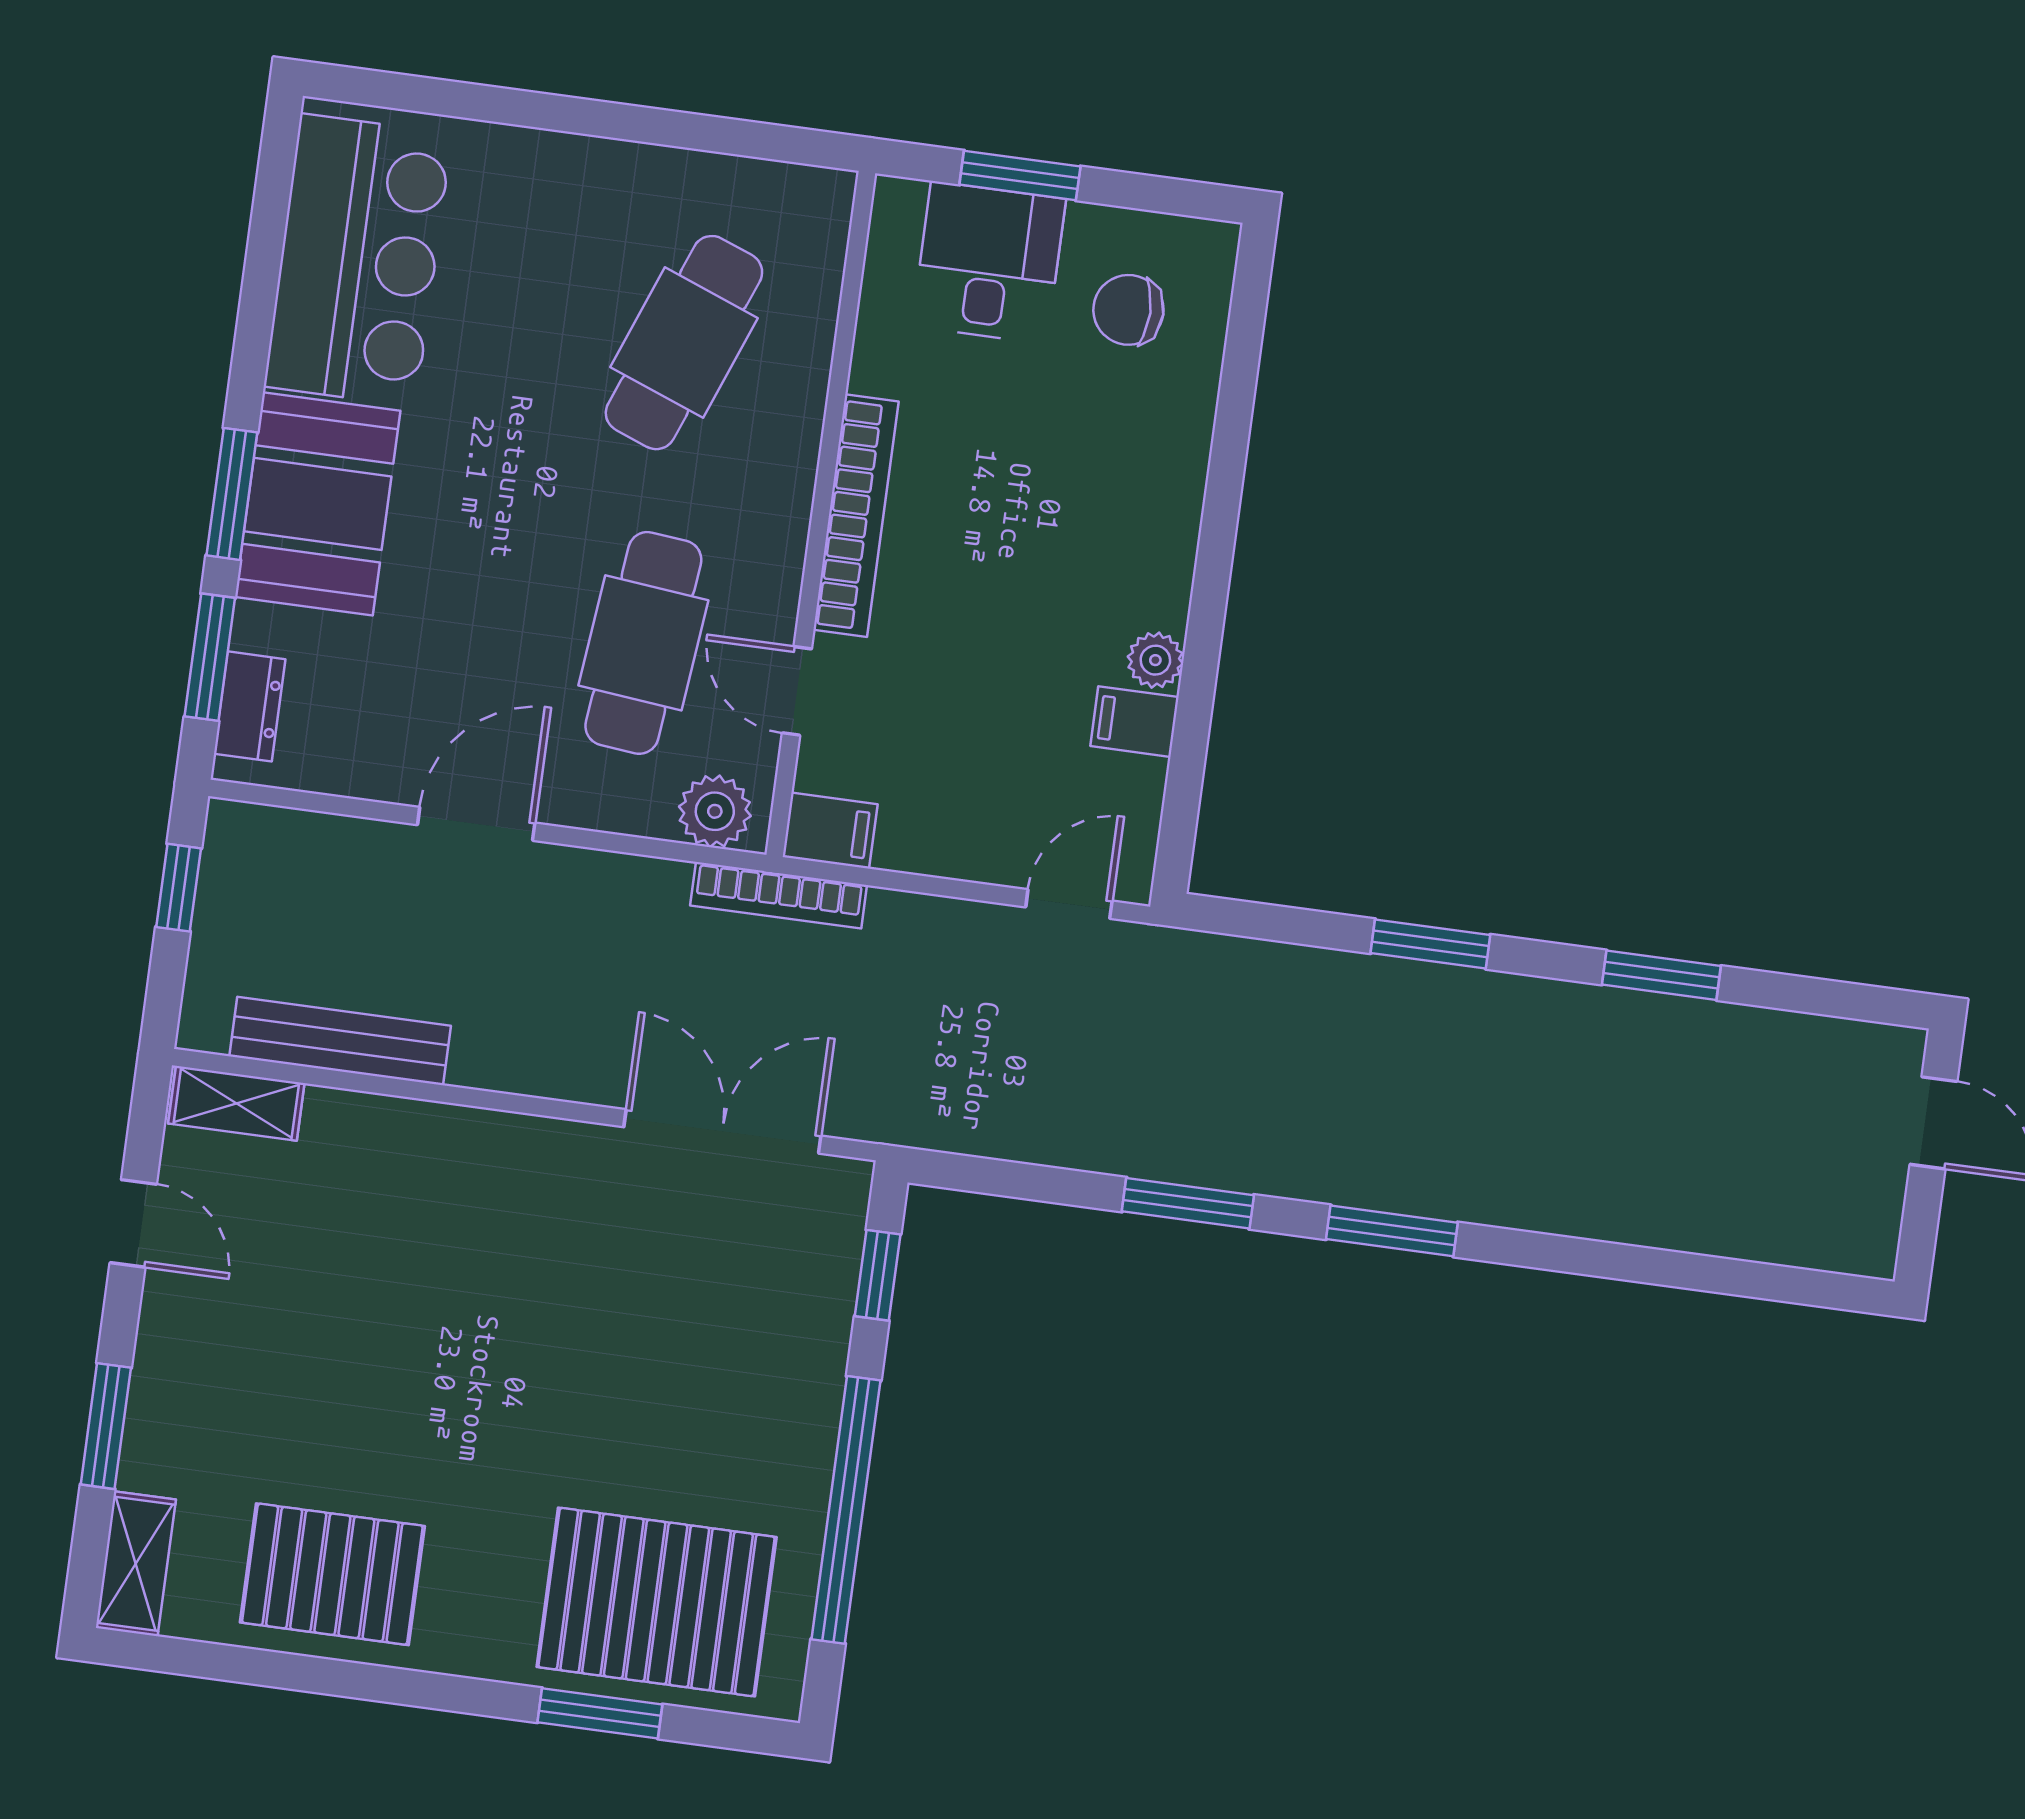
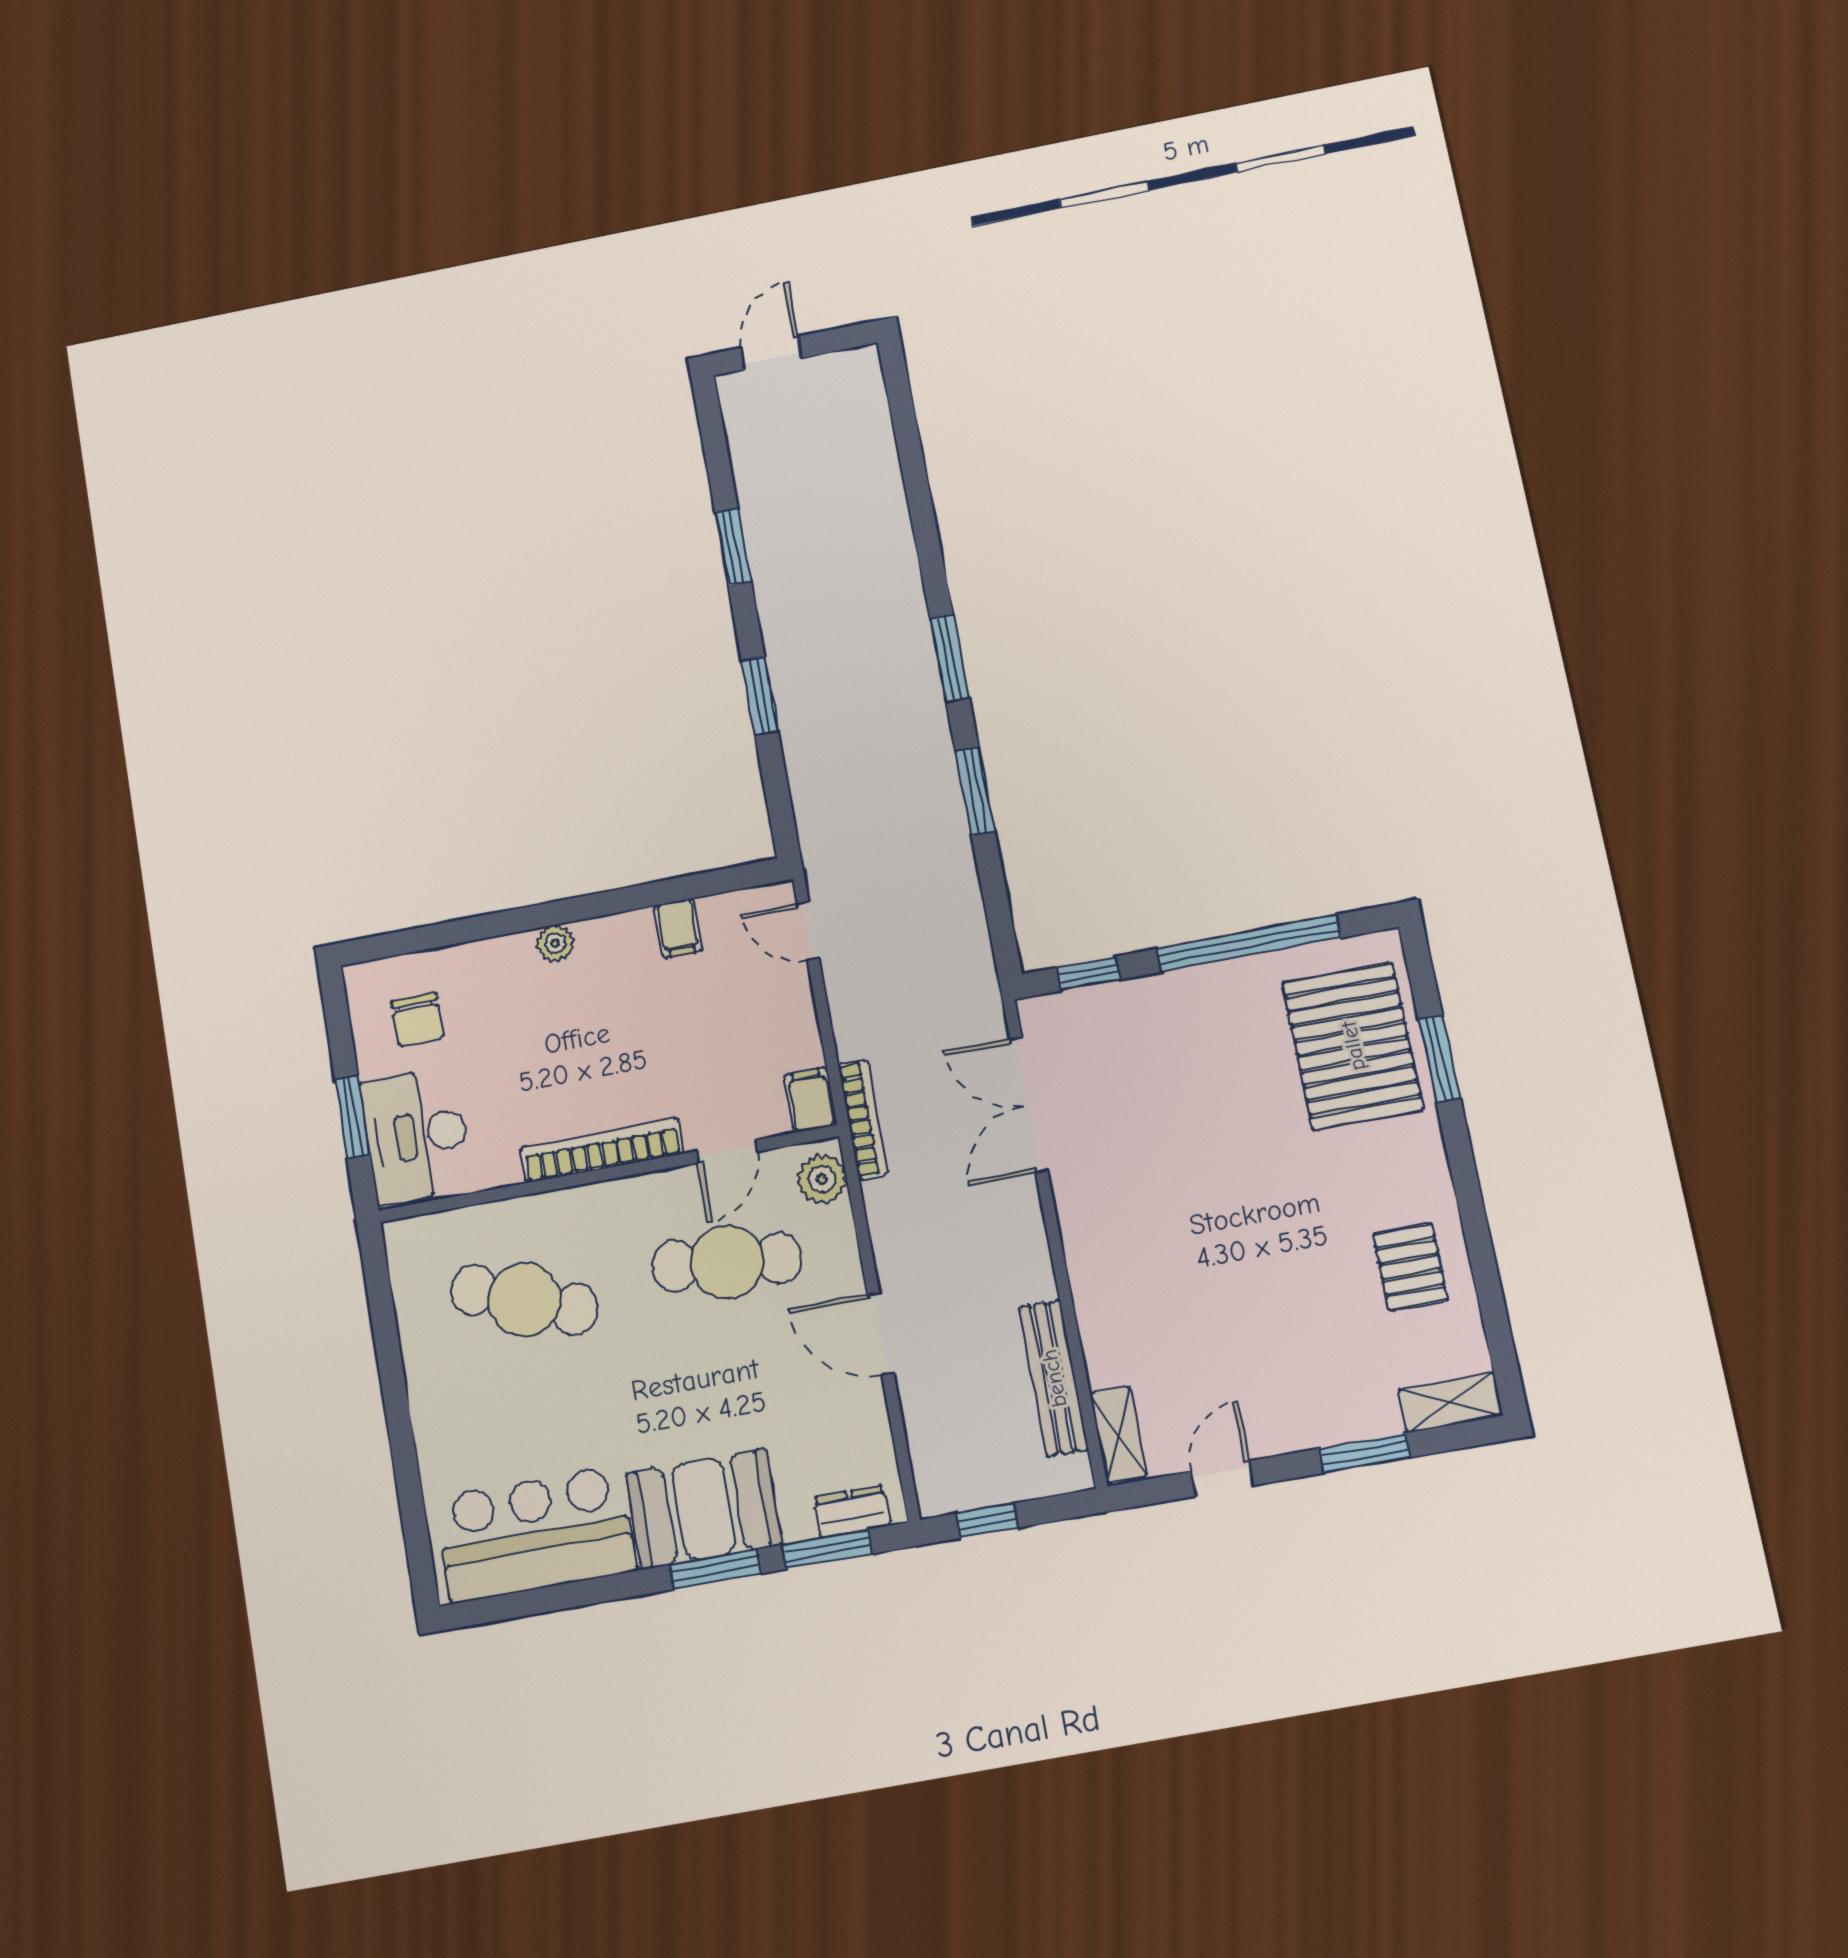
desk: (989, 262) -> (416, 1136), width x1.37
plant: (1155, 660) -> (555, 943), moved
pallet: (332, 1574) -> (1410, 1267), width x0.67, depth x0.71

